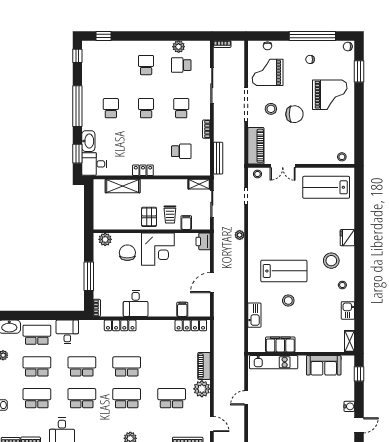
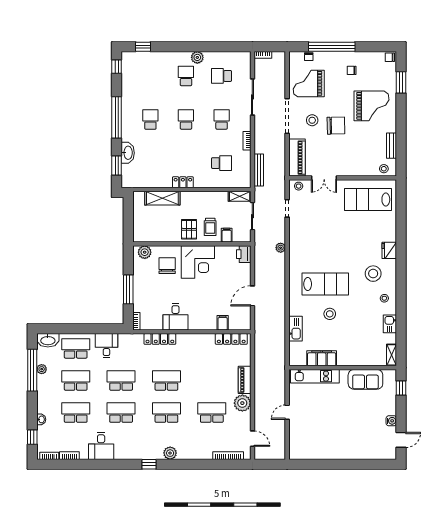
window: (312, 36) -> (332, 47), moved
plant: (179, 47) -> (197, 57), moved
bench: (350, 134) -> (392, 146), added
desk: (94, 164) -> (134, 176), removed

